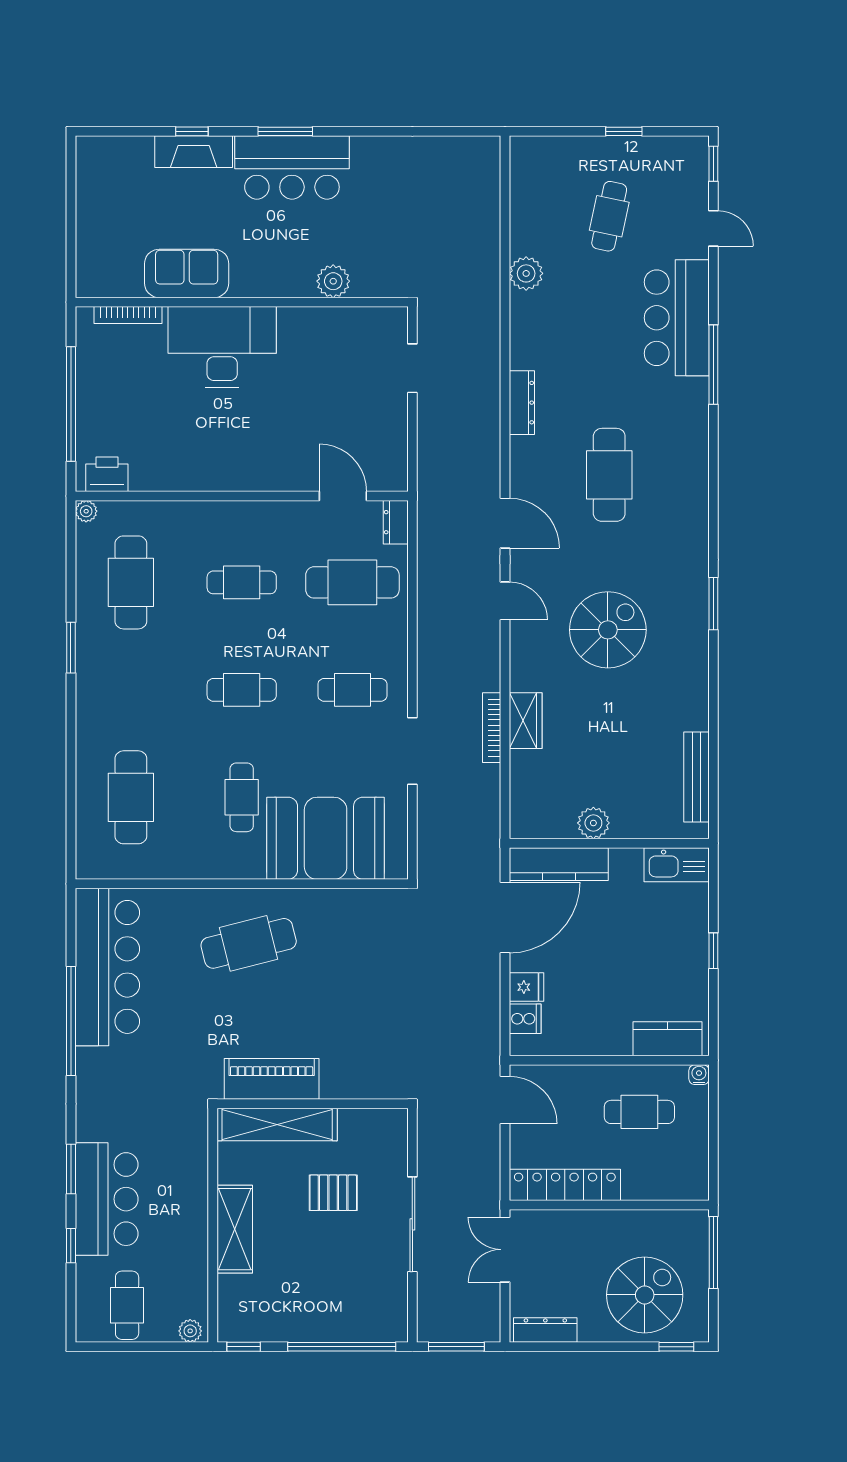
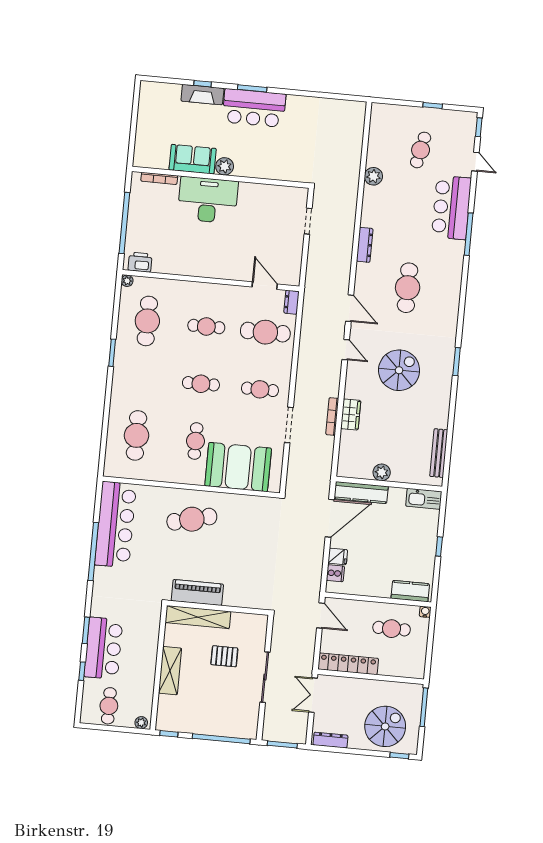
plant: (333, 281) -> (225, 166), moved

